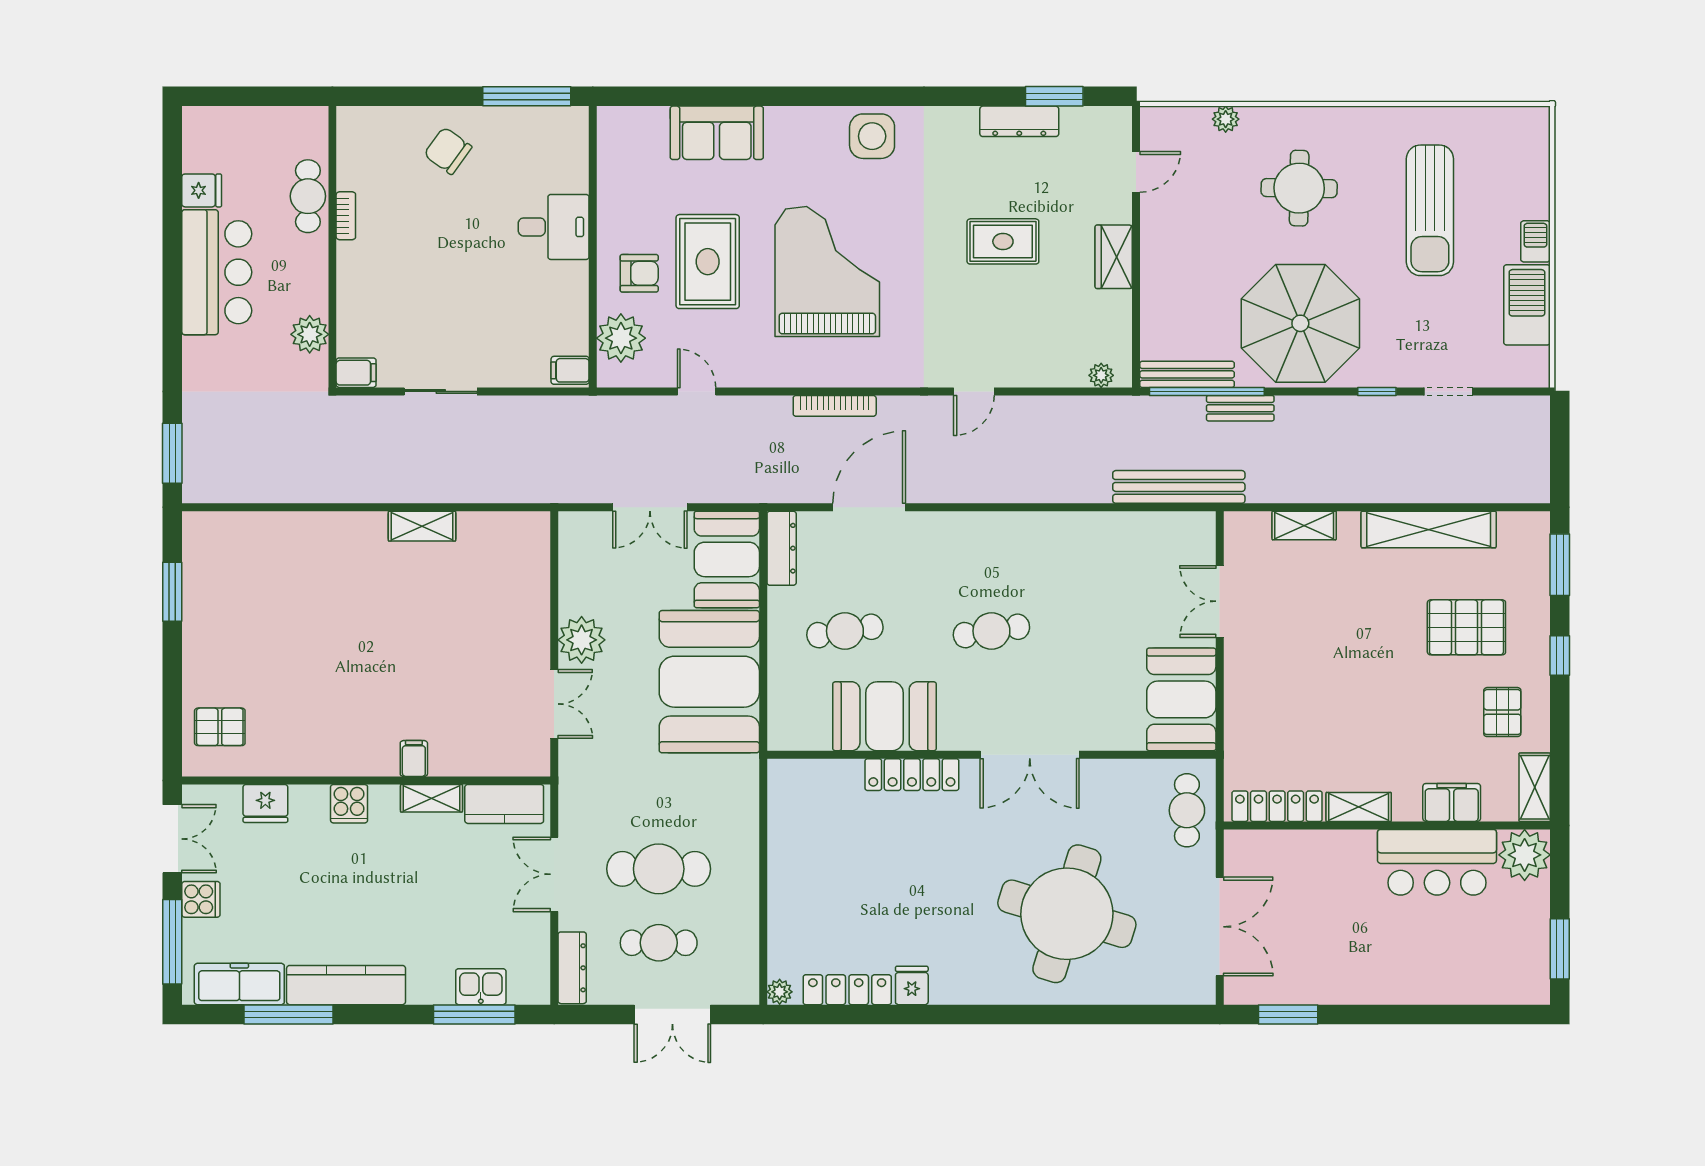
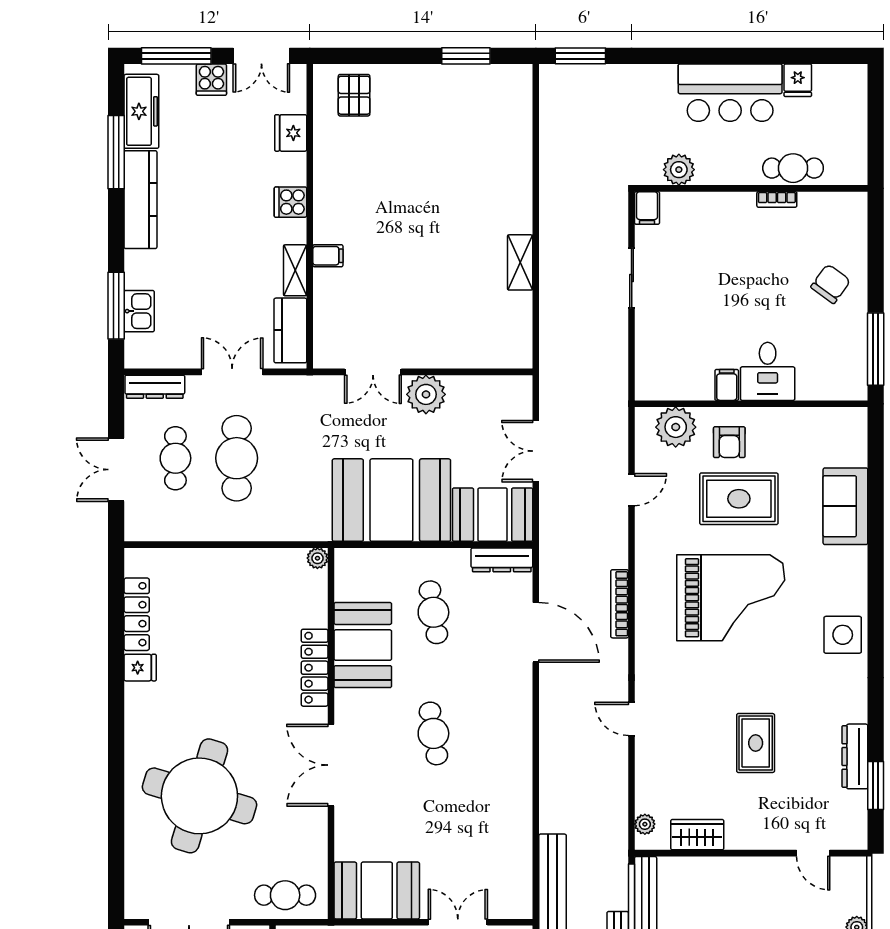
wardrobe: (1114, 257) -> (697, 835), moved
filing cabinet: (570, 370) -> (727, 385), moved
plant: (780, 992) -> (317, 558), moved

